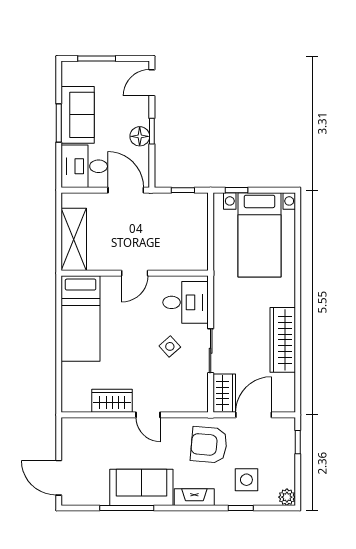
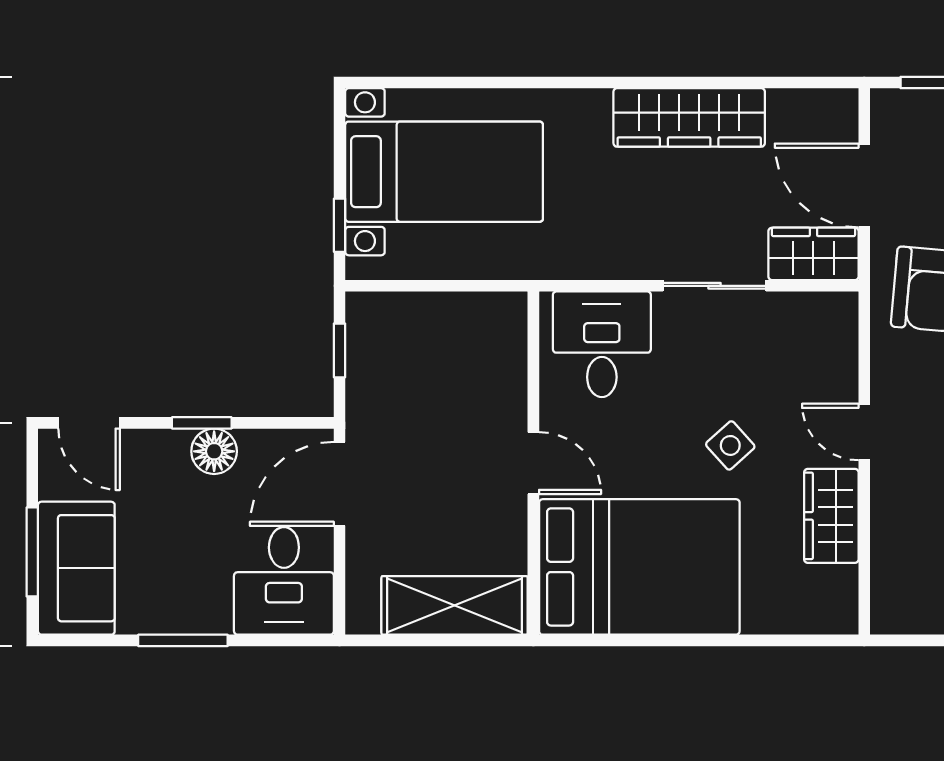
sofa: (78, 115) -> (76, 568), moved, turned 90
bed: (81, 319) -> (639, 567), width x1.50
side table: (170, 346) -> (730, 445), moved
door: (148, 415) -> (864, 432), swing flipped

